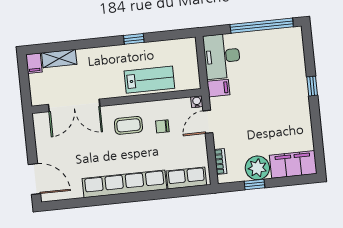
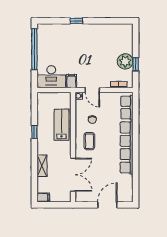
shelving: (59, 59) -> (42, 166), moved
filing cabinet: (293, 164) -> (125, 38), removed
door: (34, 179) -> (107, 205), moved

